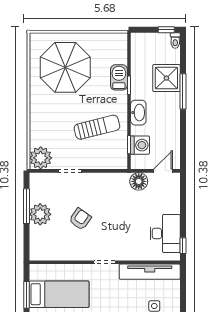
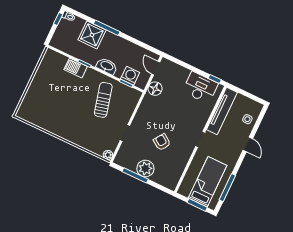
parasol: (65, 67) -> (51, 102), removed
plant: (41, 158) -> (108, 155), width x0.53, depth x0.53

